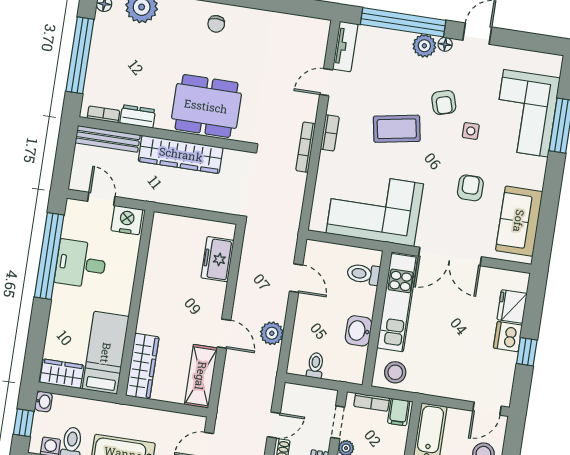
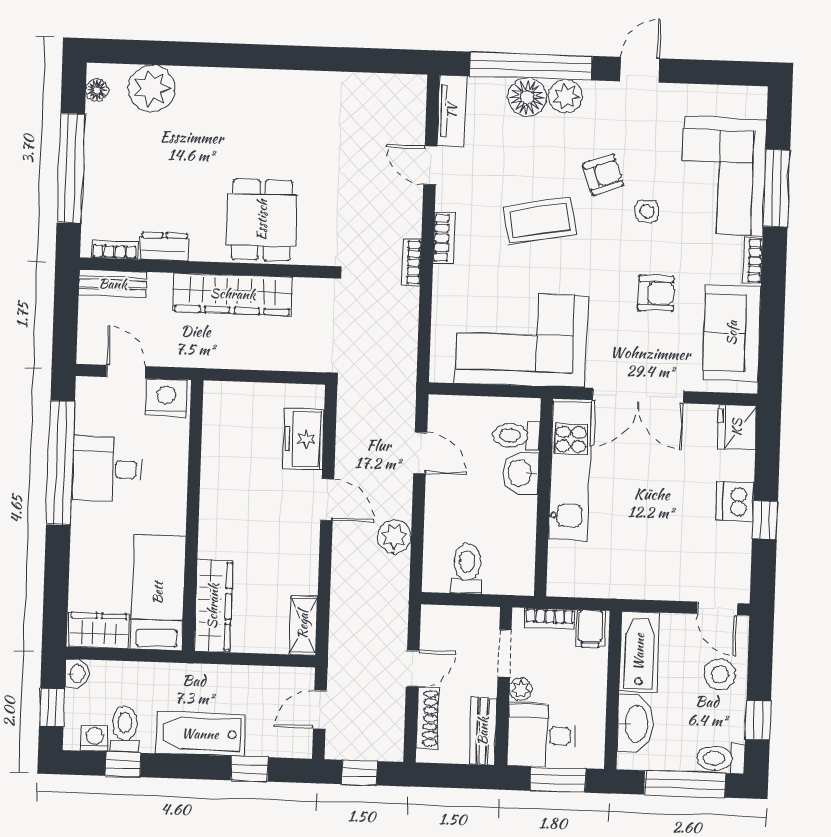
chair: (216, 24) -> (262, 100), removed
floor lamp: (445, 44) -> (527, 97), moved, width x1.89, depth x1.89
door: (326, 82) -> (430, 165), hinge flipped
armchair: (444, 102) -> (603, 175), turned -92
dining table: (206, 106) -> (262, 220), width x0.73
bench: (108, 139) -> (113, 284), width x0.73
bookcase: (306, 147) -> (412, 262), width x0.64
bookcase: (539, 173) -> (753, 261), added
armchair: (470, 188) -> (656, 293), turned 90
fridge: (512, 306) -> (737, 427), moved
washbasin: (359, 331) -> (521, 473), moved
door: (224, 334) -> (327, 500), moved
toilet: (315, 365) -> (467, 568), width x1.37, depth x1.39
stool: (395, 372) -> (579, 572), removed
shelving: (201, 376) -> (303, 625), width x0.67, depth x0.75
door: (487, 409) -> (717, 608), hinge flipped

